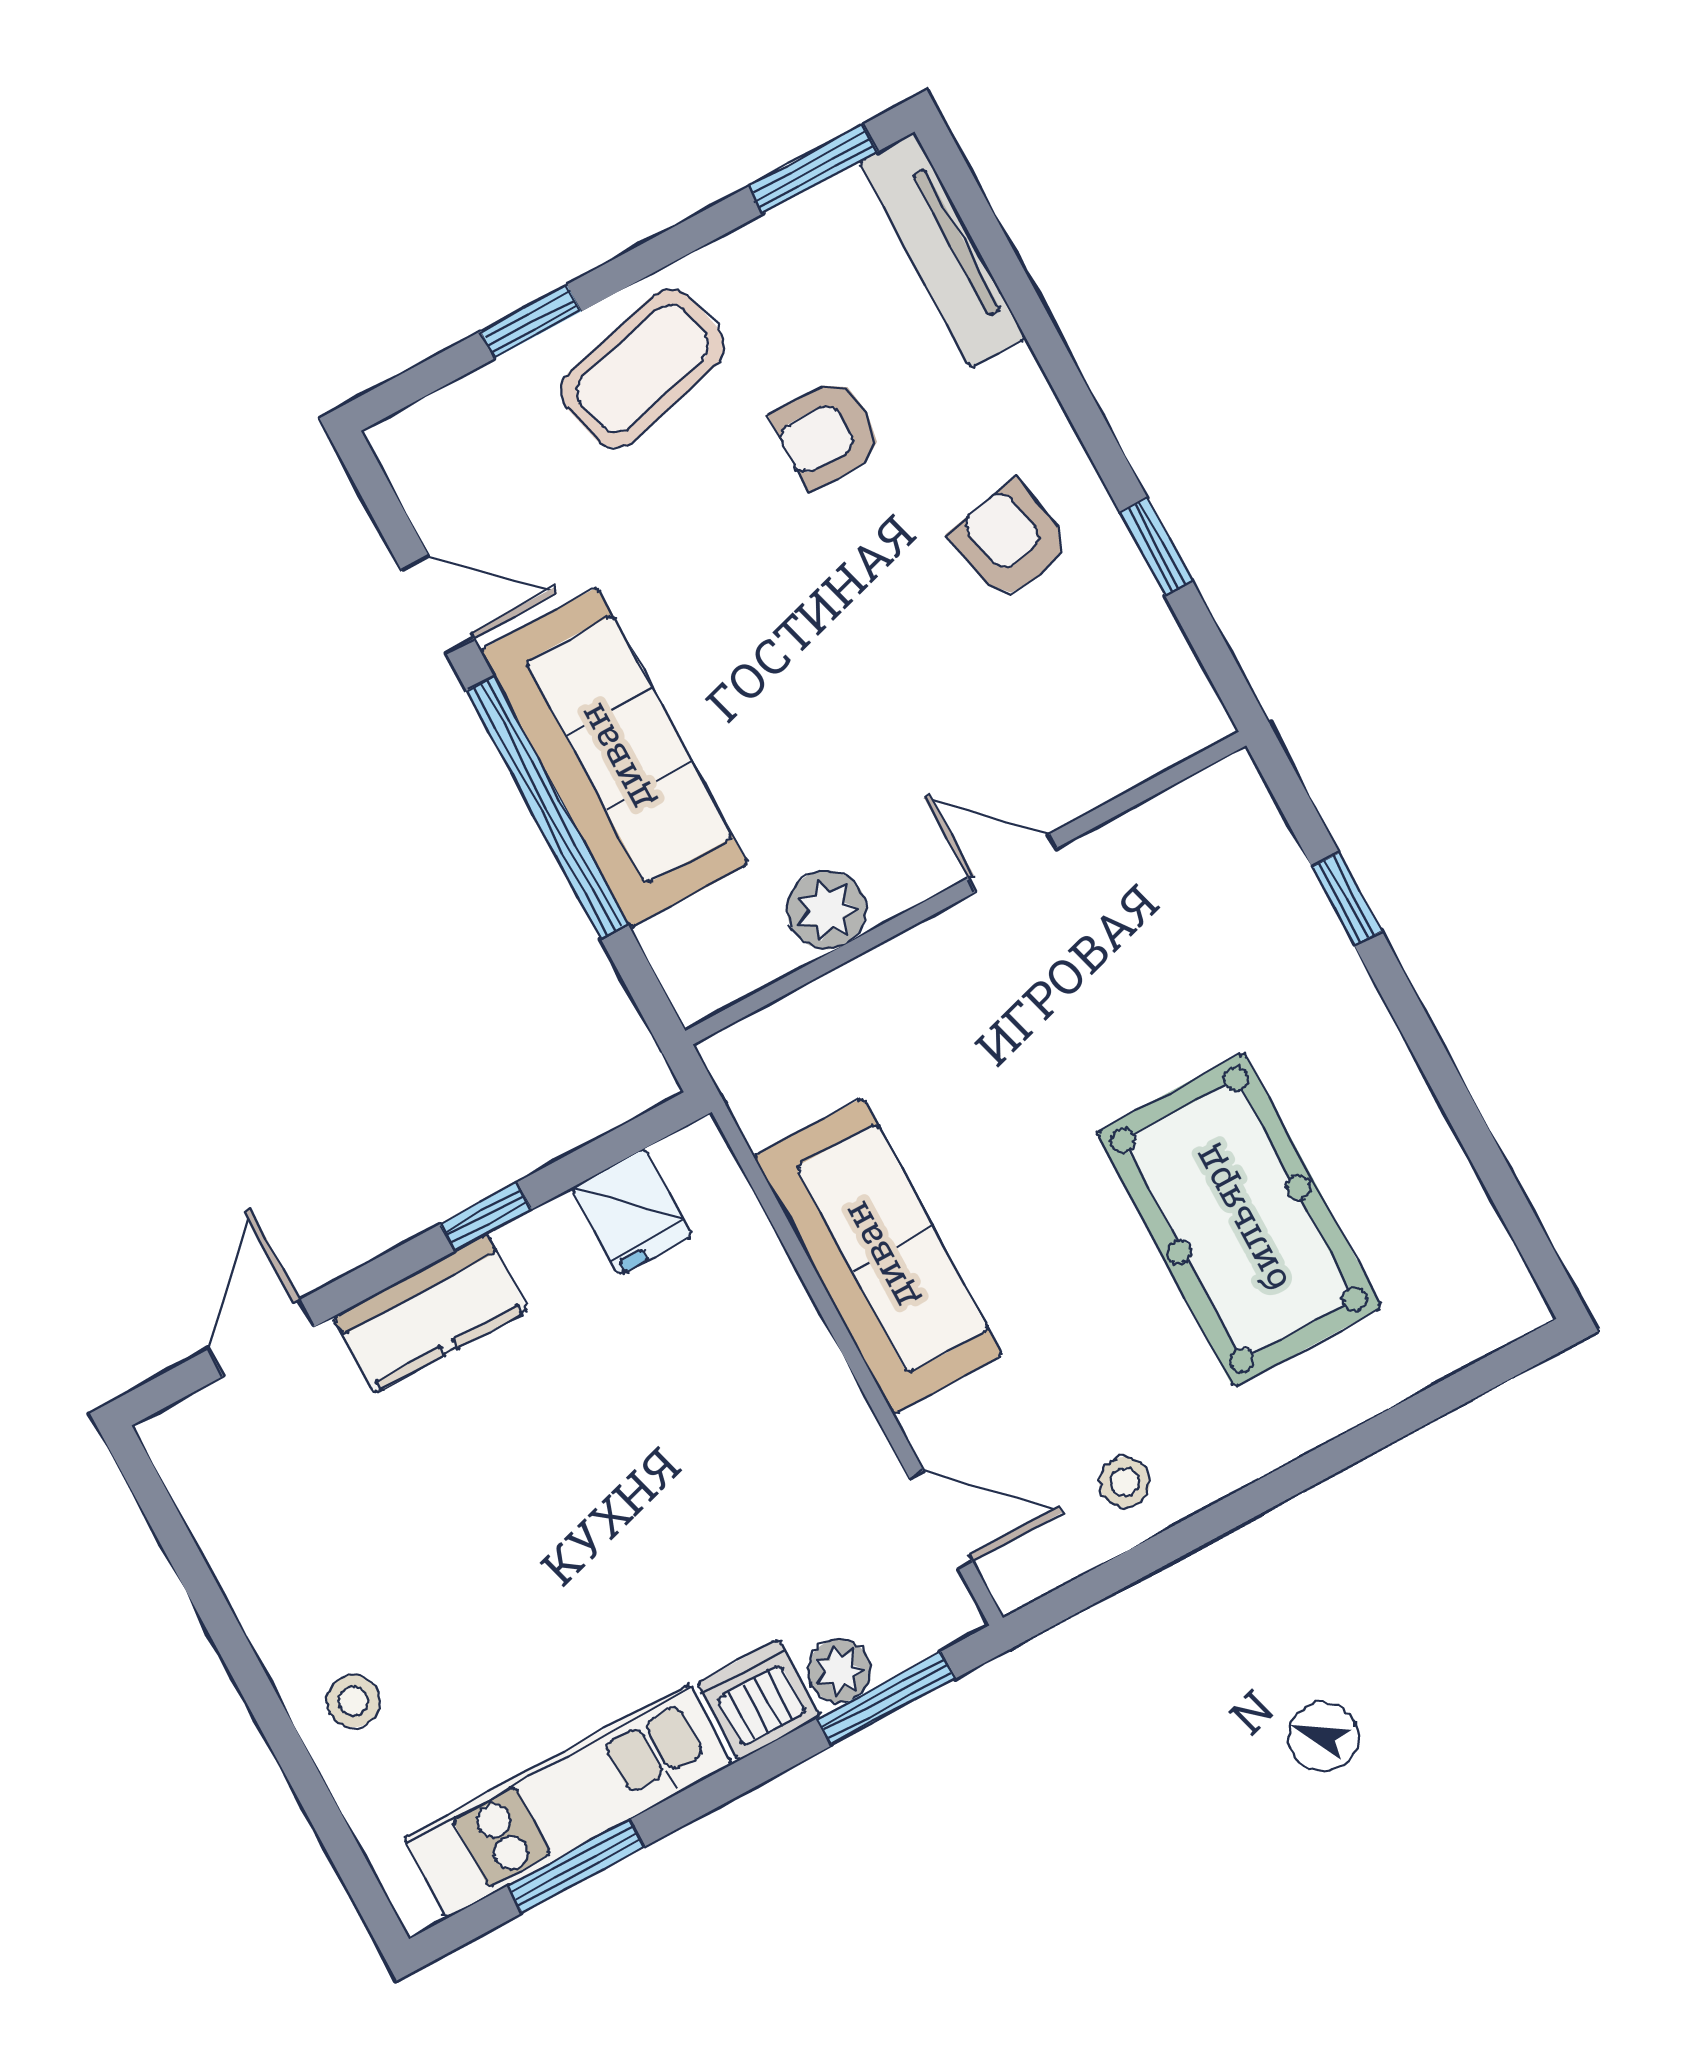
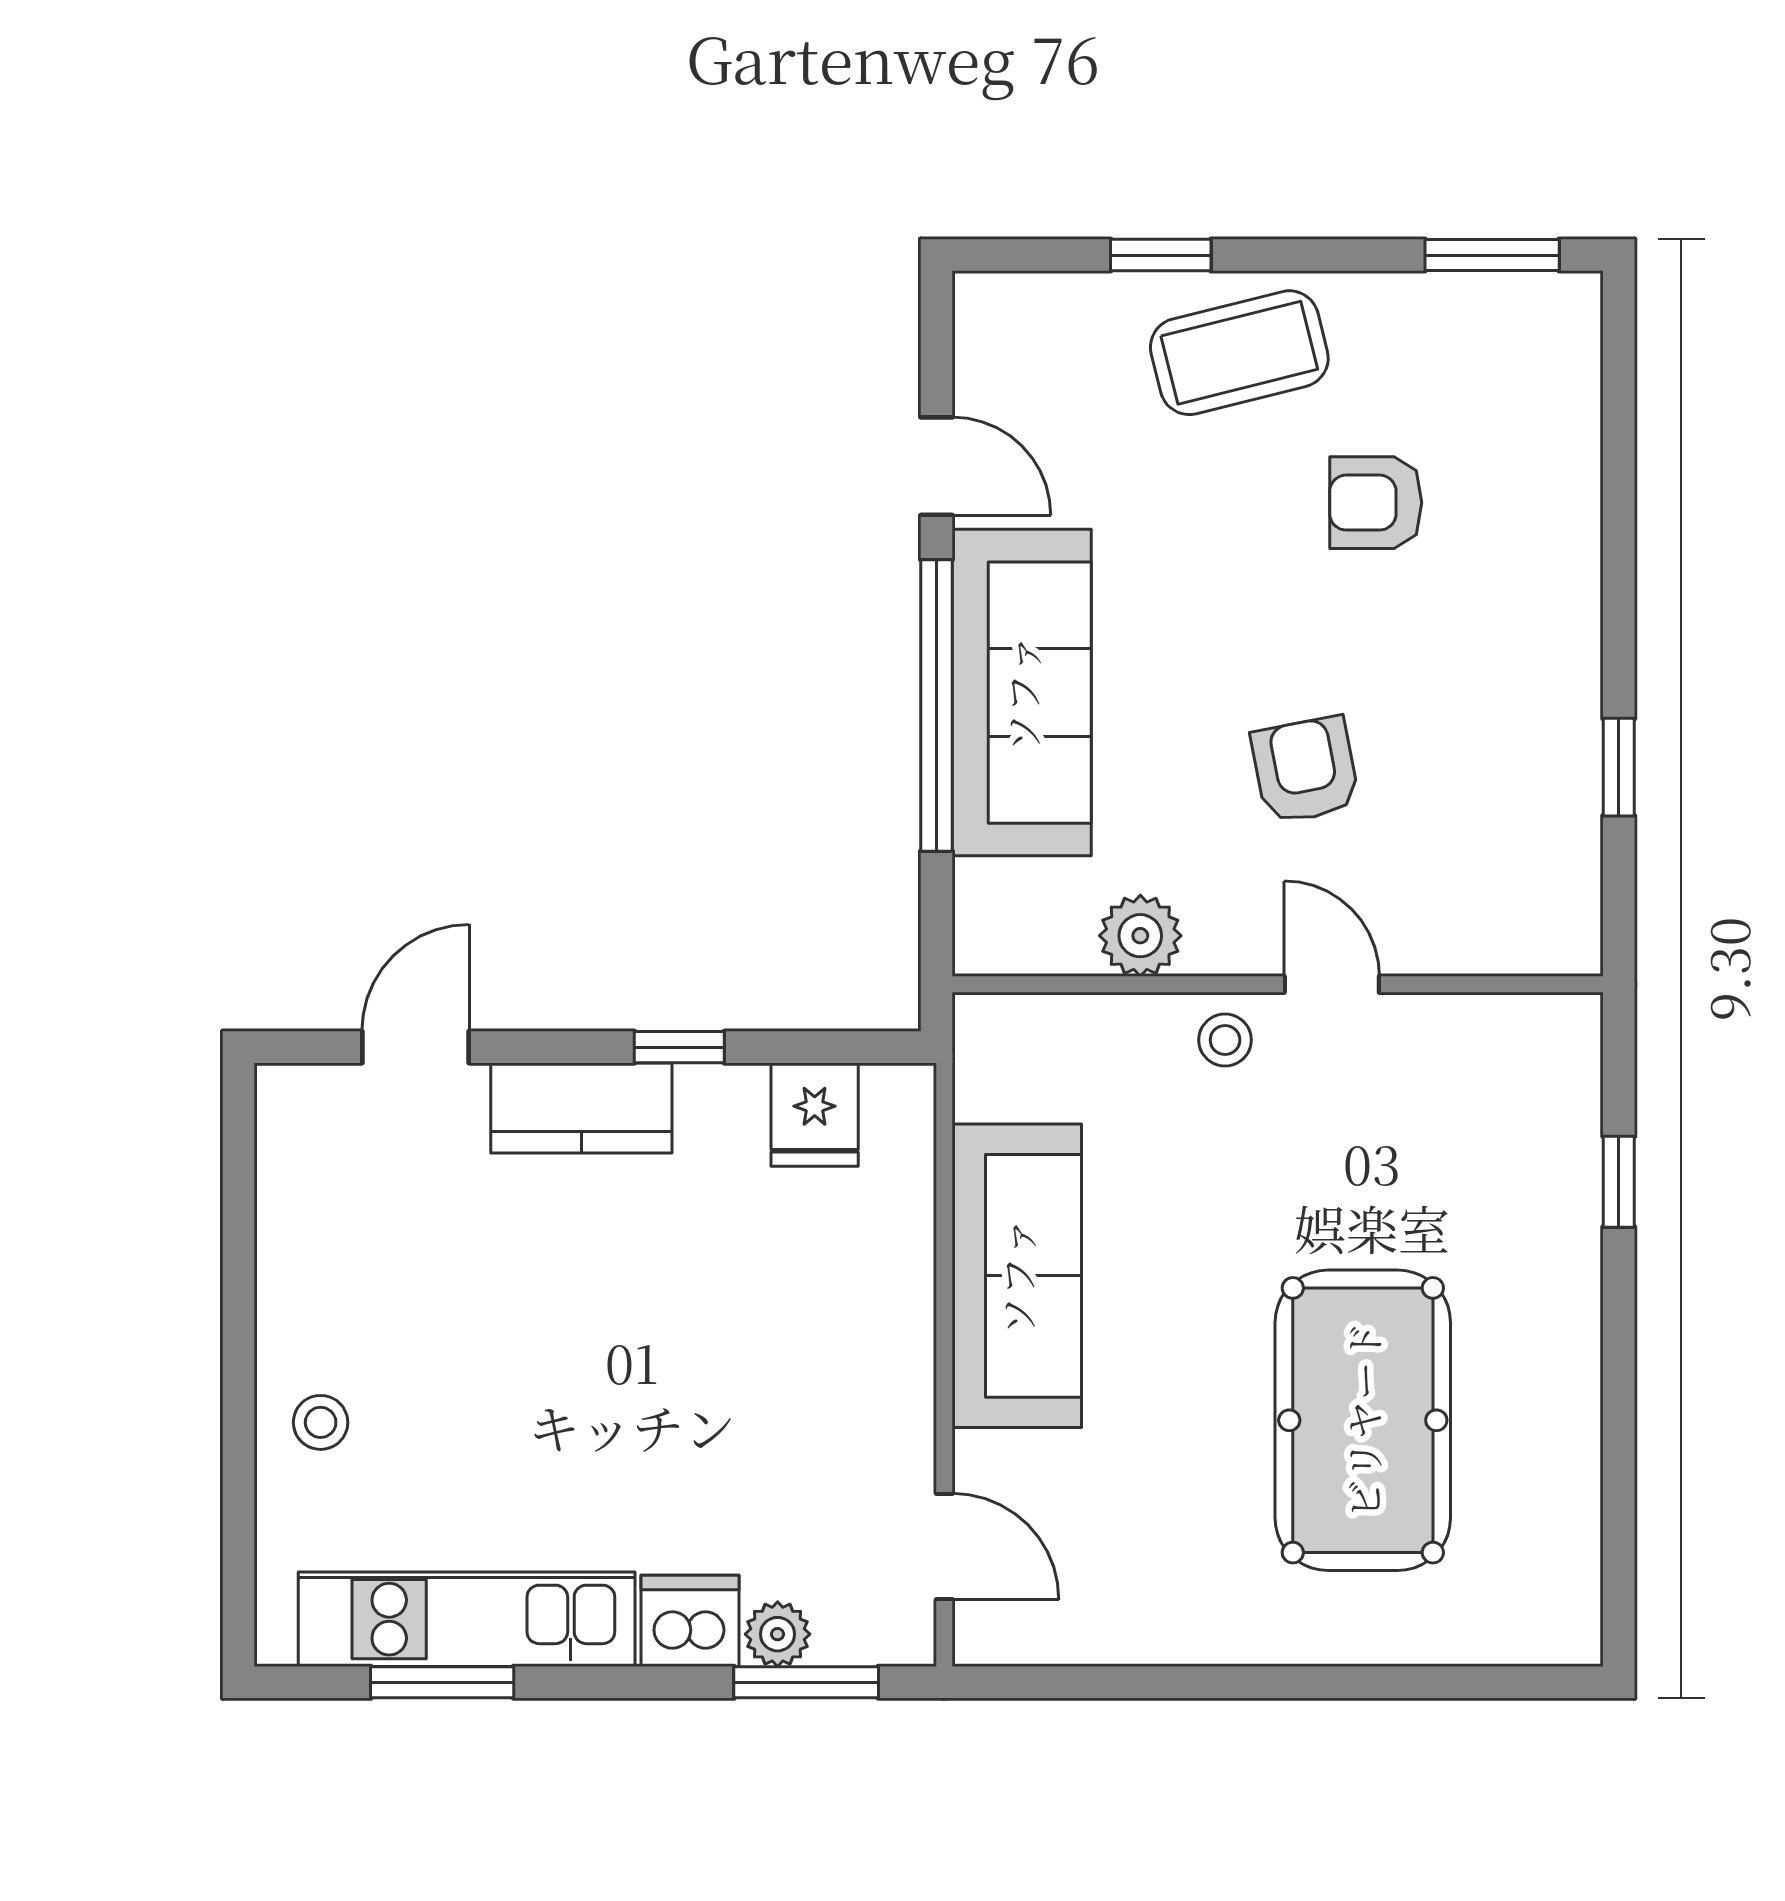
tv unit: (942, 250) -> (1570, 392), removed
armchair: (1010, 541) -> (1305, 770), moved
stool: (1125, 1482) -> (1225, 1040), moved

